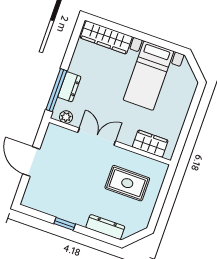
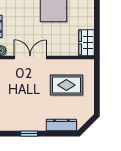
wardrobe: (150, 144) -> (87, 43), moved, turned -90

